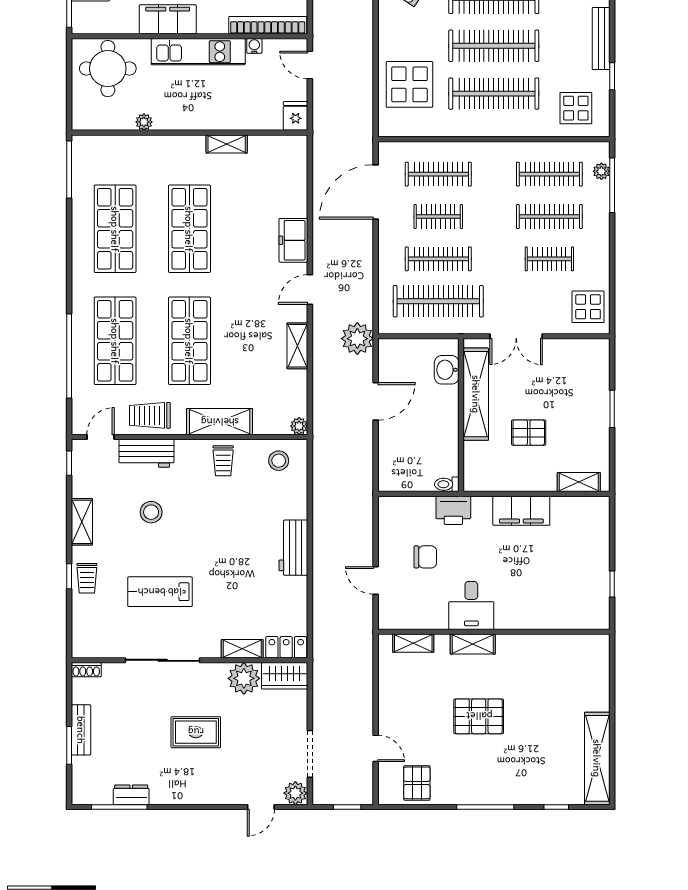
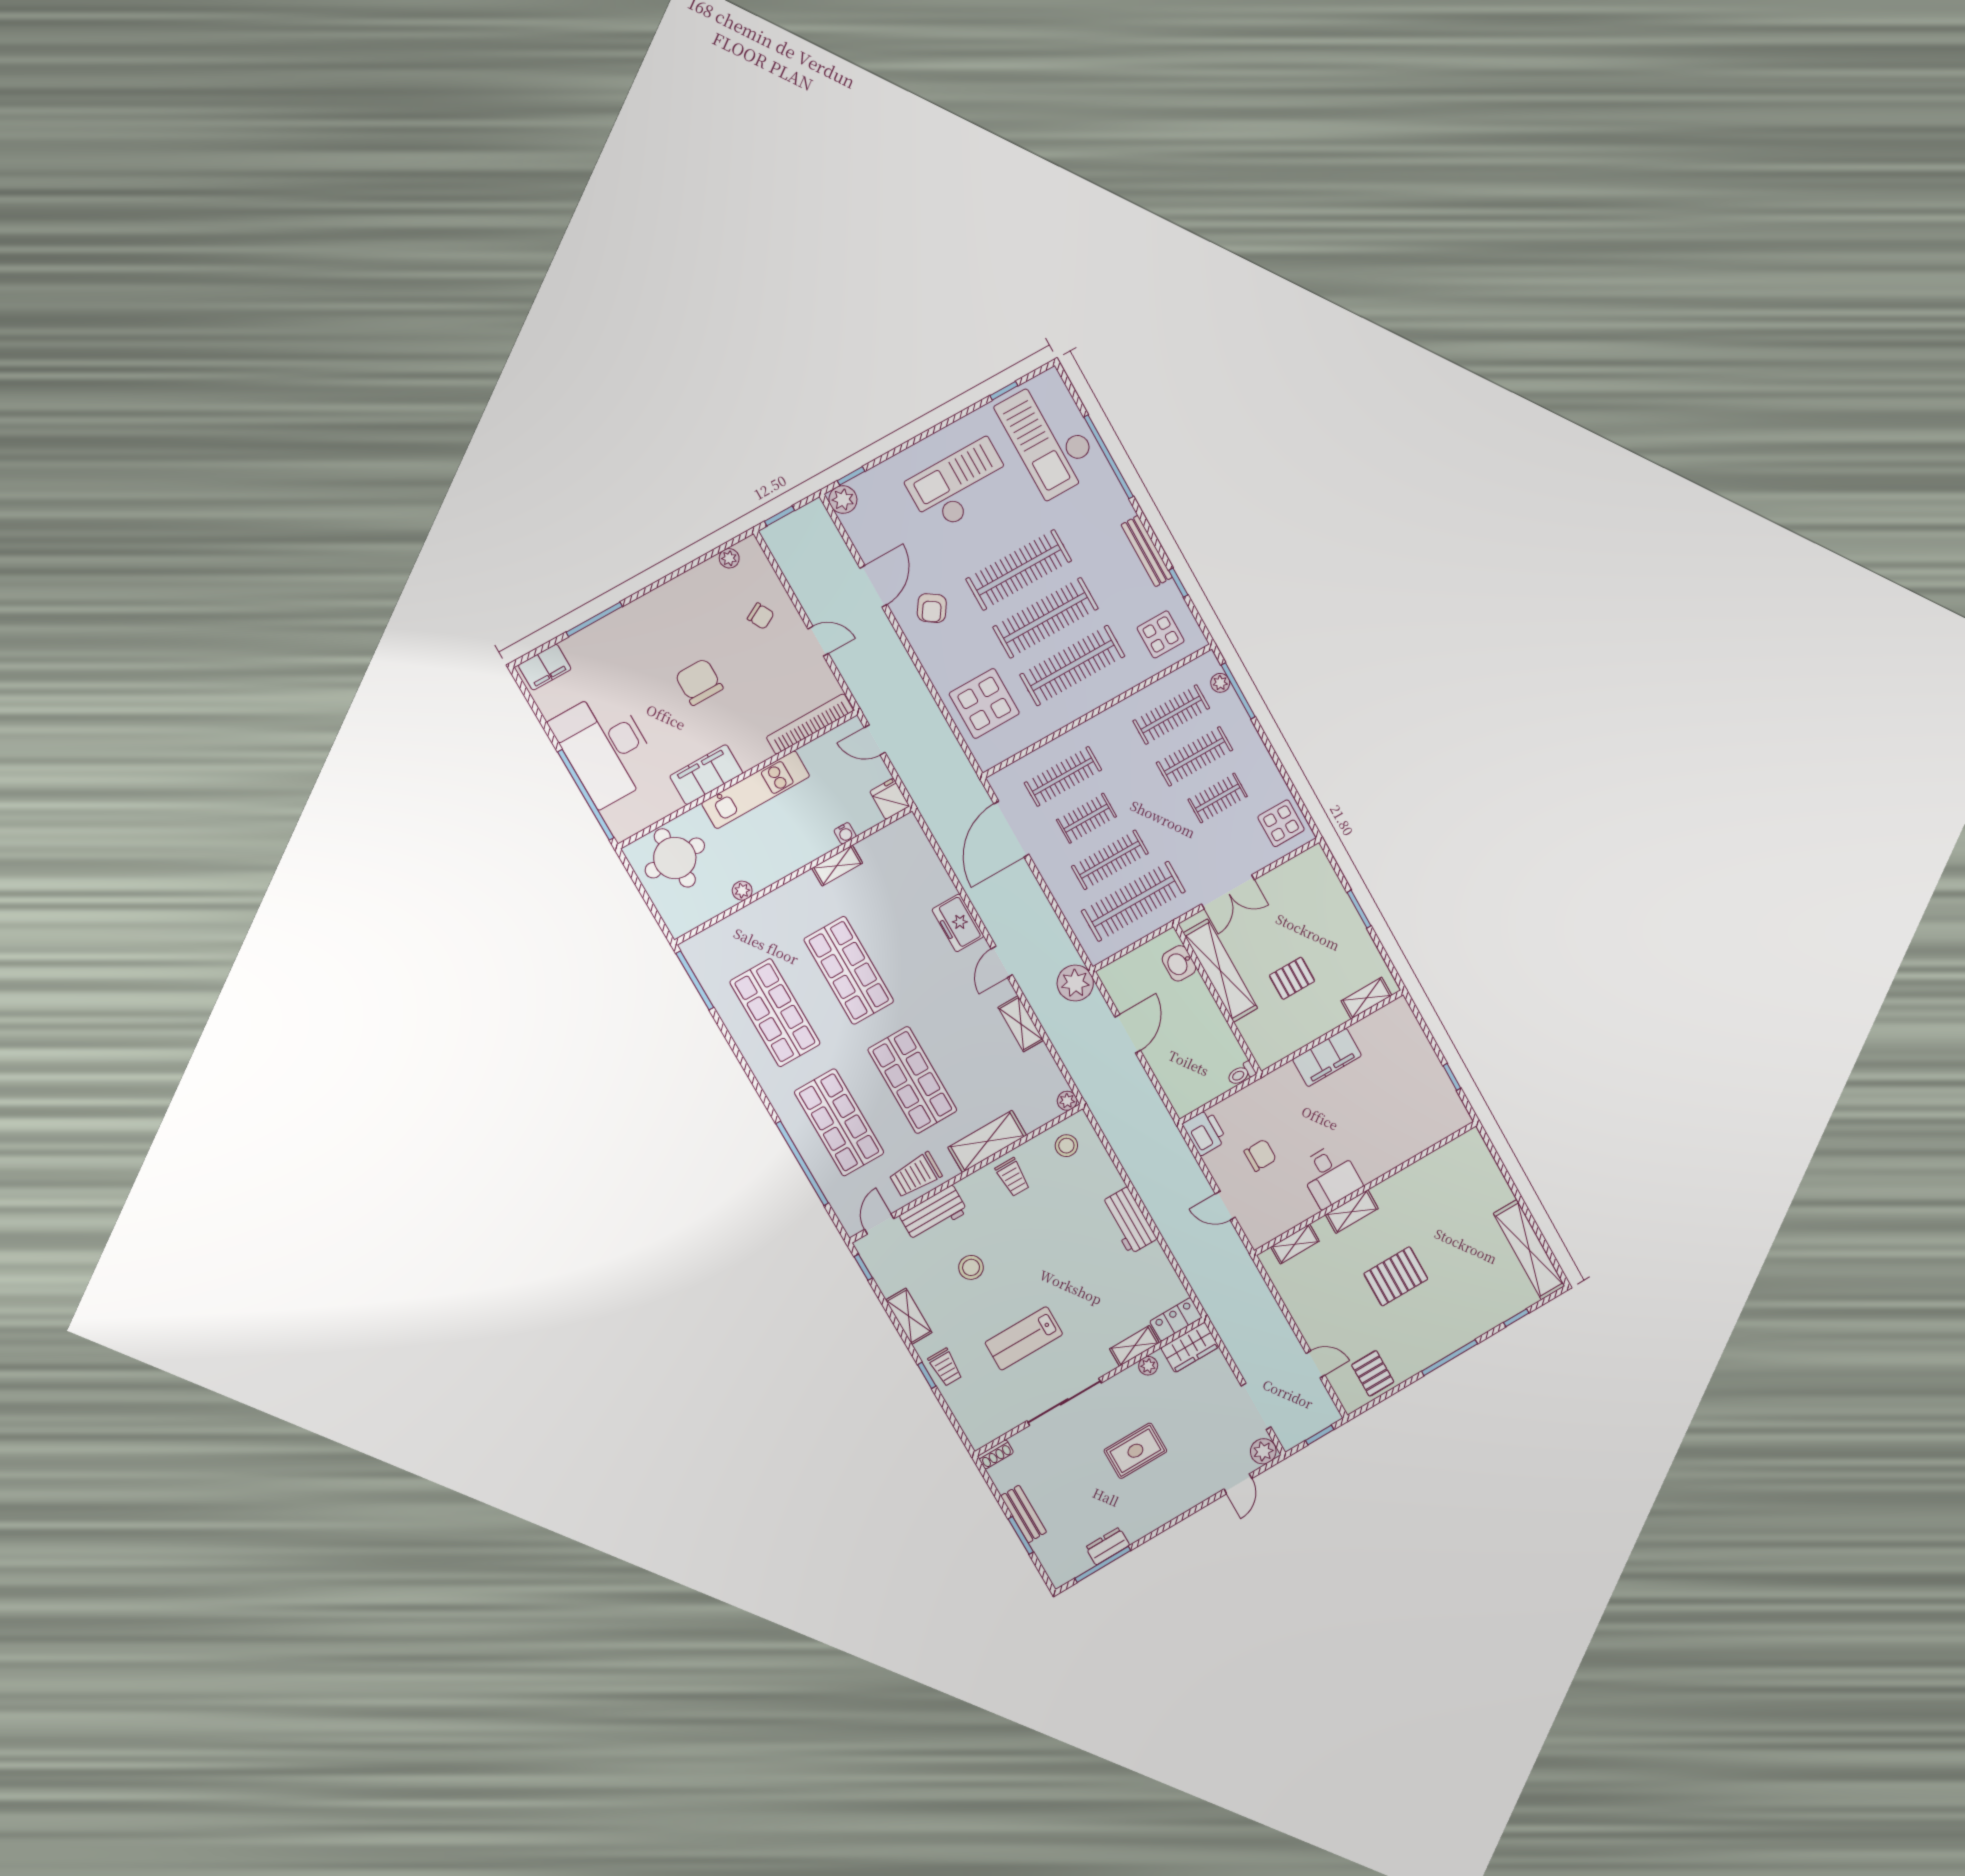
water cooler: (254, 46) -> (845, 833), moved, turned 180
printer: (453, 510) -> (1205, 1132), moved, turned -90
plant: (244, 678) -> (1148, 1366), width x0.53, depth x0.53

